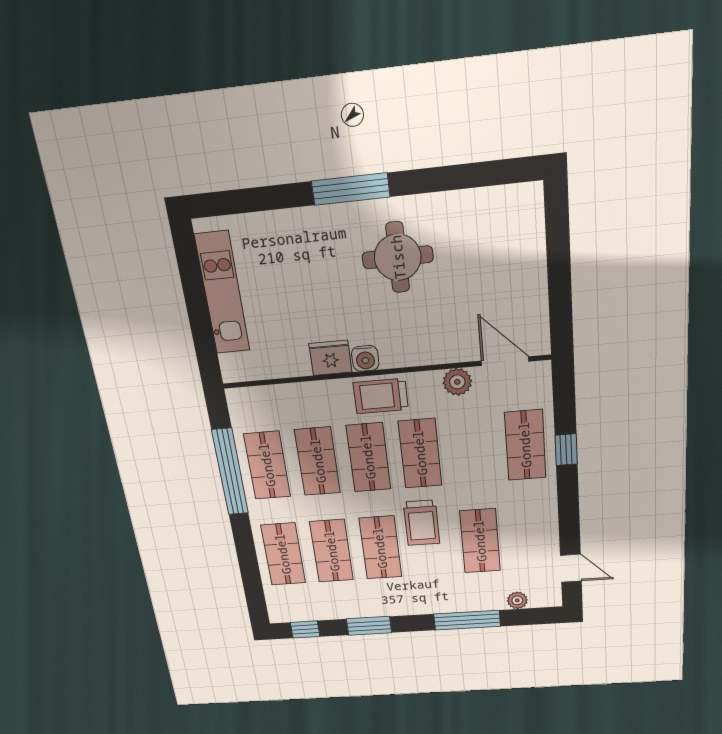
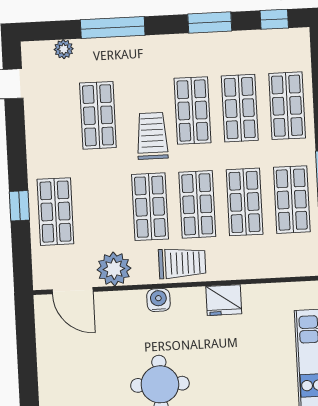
water cooler: (365, 358) -> (158, 300), moved
plant: (457, 382) -> (114, 269), width x1.36, depth x1.36

